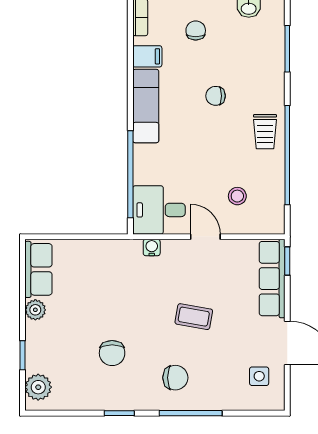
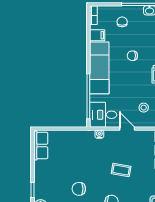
exam couch: (146, 106) -> (99, 68), width x1.36, depth x1.45
plant: (35, 310) -> (39, 166), removed
chair: (112, 353) -> (79, 189), turned 90

